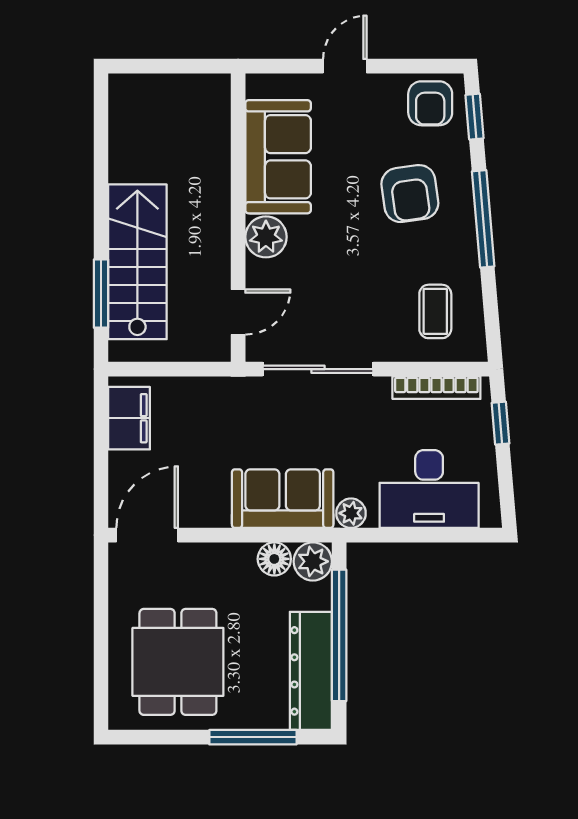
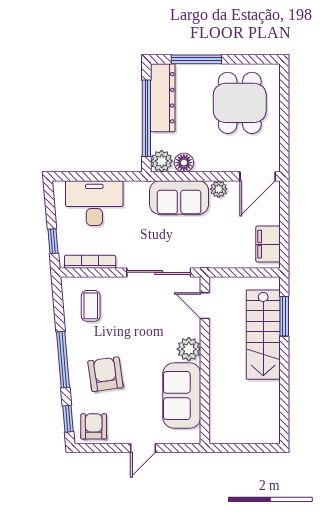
door: (238, 312) -> (205, 306), hinge flipped
plant: (351, 513) -> (219, 189), moved

